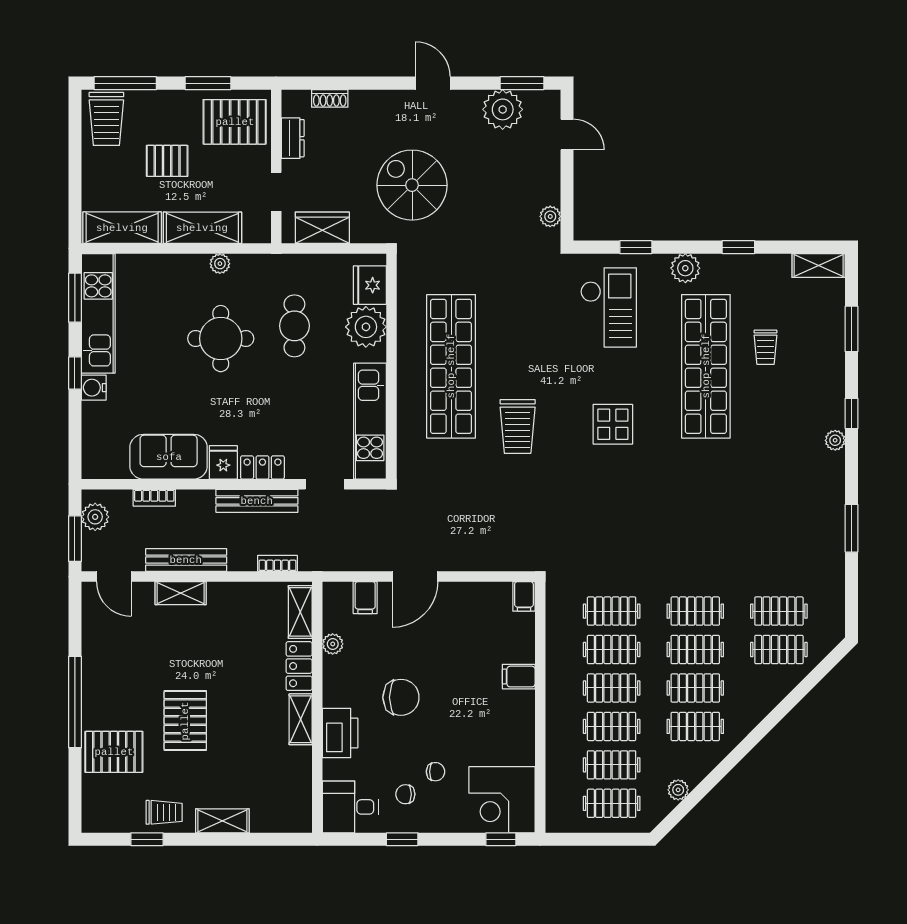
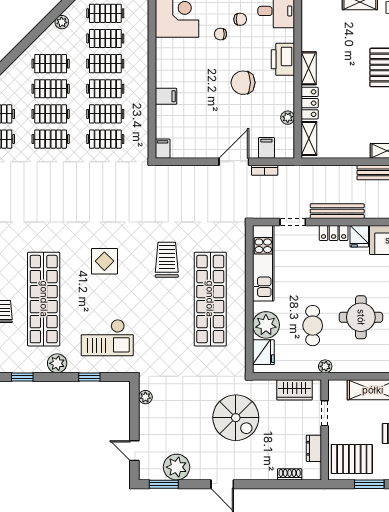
plant: (220, 264) -> (325, 366), moved
checkout: (609, 307) -> (107, 338), turned -90
bookcase: (277, 563) -> (265, 170), moved

